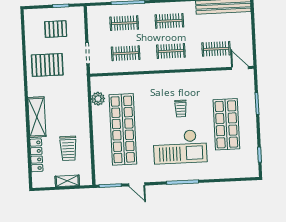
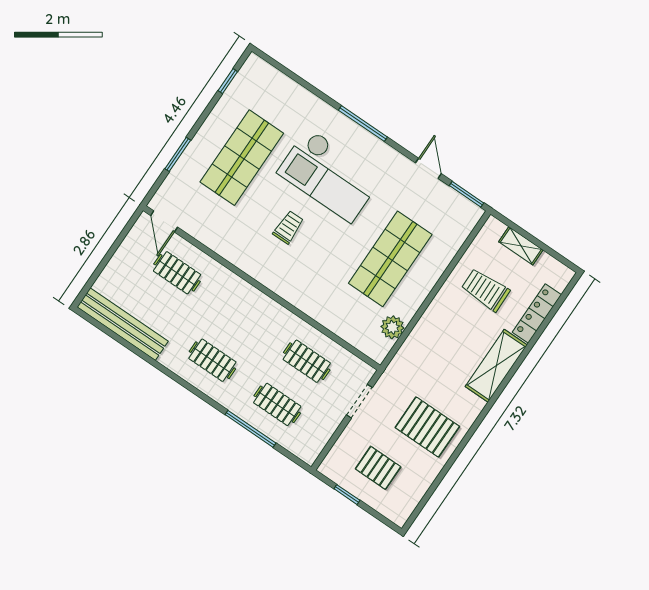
clothes rail: (171, 51) -> (242, 317), removed
shop shelf: (123, 129) -> (390, 259), width x0.71
checkout: (180, 147) -> (329, 175), turned 180
trolley: (68, 148) -> (485, 290), turned -91

